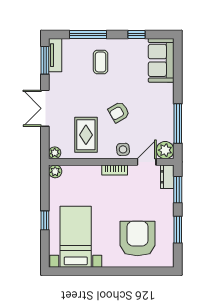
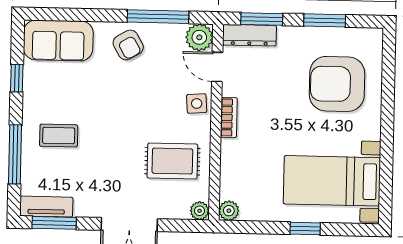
armchair: (119, 112) -> (128, 45), moved
dresser: (167, 177) -> (249, 35), width x1.44

